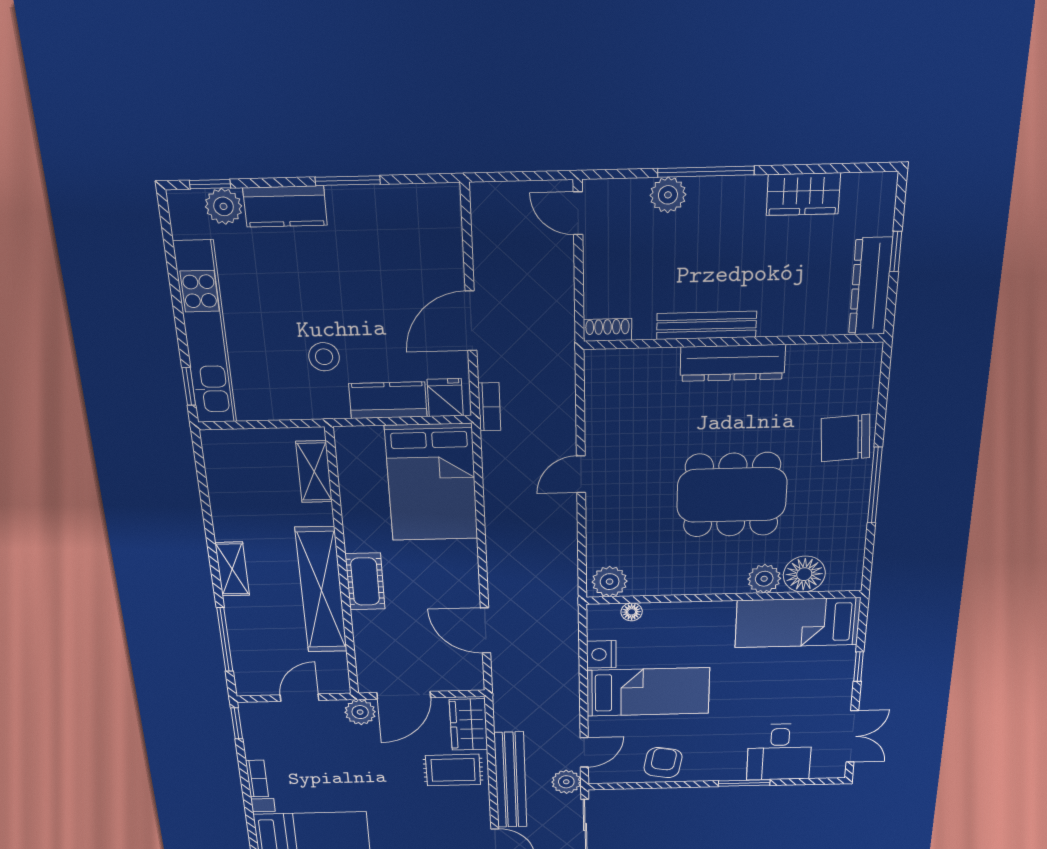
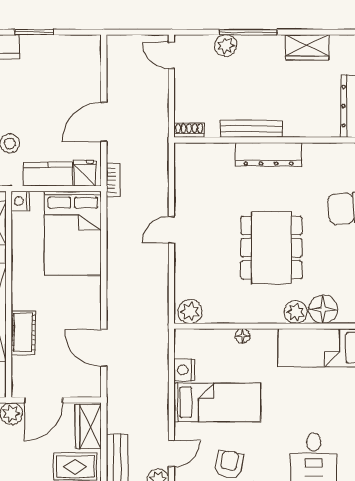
nightstand: (348, 440) -> (20, 201), added
dining table: (732, 495) -> (271, 248), turned 90
cot: (365, 581) -> (23, 333), moved
floor lamp: (632, 612) -> (242, 336), moved

